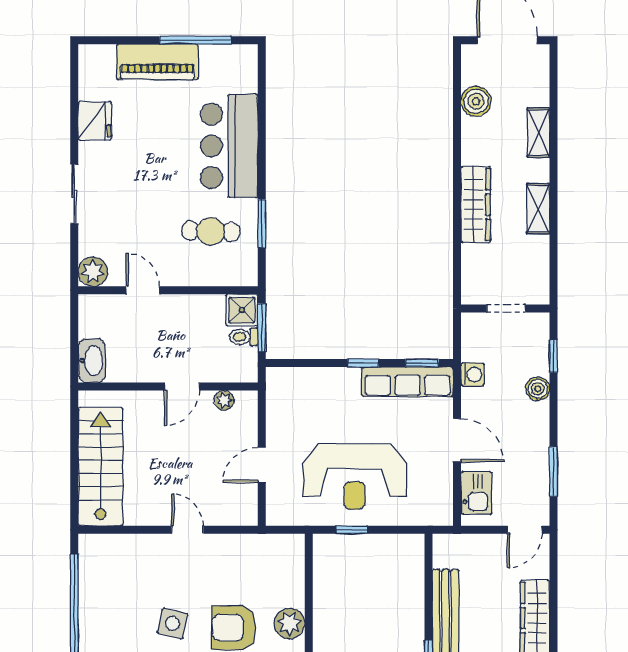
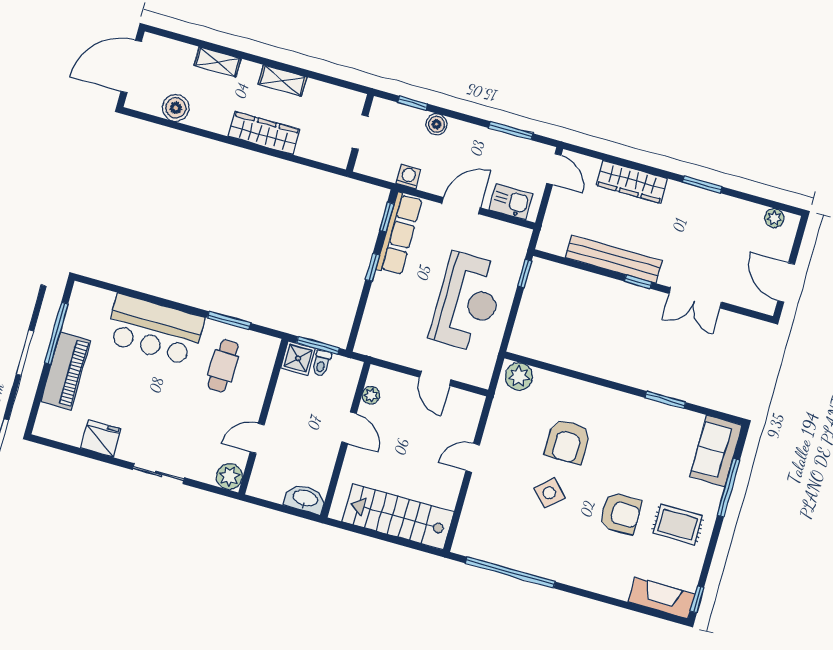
window: (352, 530) -> (525, 273), moved
plant: (289, 623) -> (519, 376), moved
side table: (173, 624) -> (549, 493), turned 33

